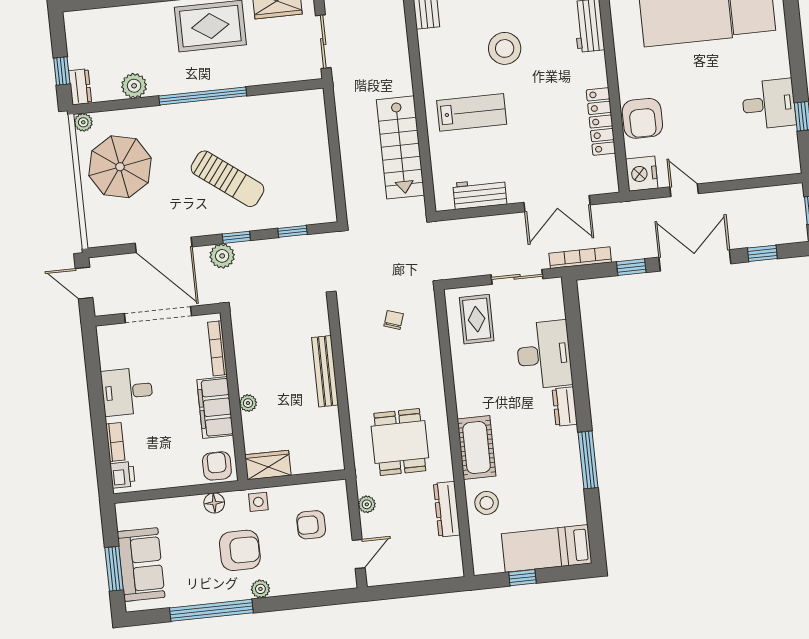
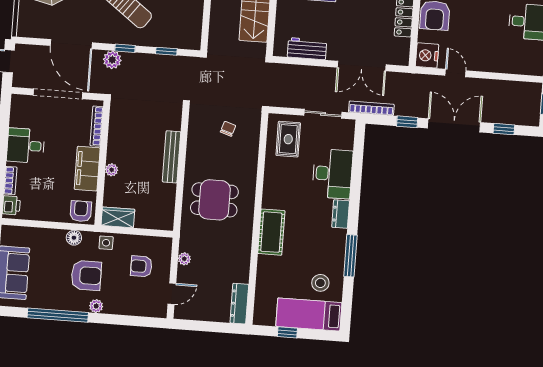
dining table: (400, 442) -> (214, 200), moved, turned 90
stool: (487, 503) -> (320, 283), moved
dresser: (447, 509) -> (239, 304), moved

